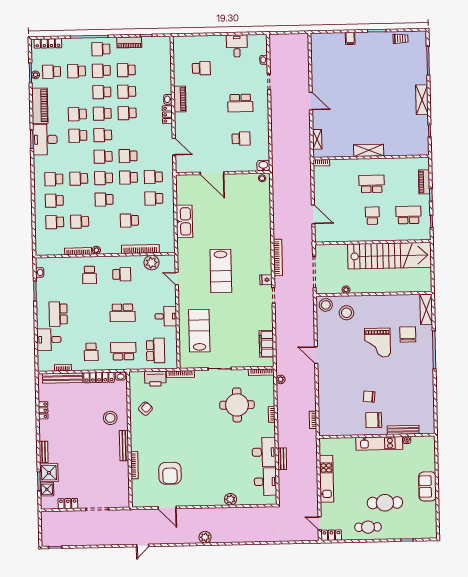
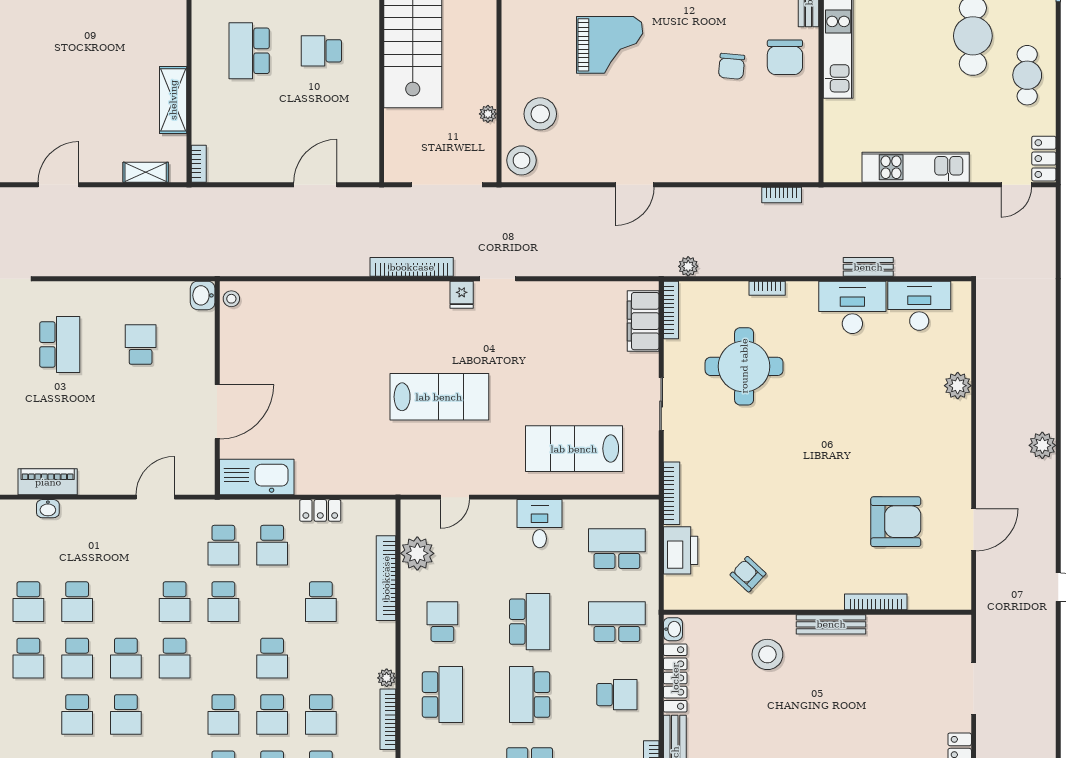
locker: (167, 115) -> (320, 510), moved
shelving: (369, 150) -> (173, 100), moved
school desk: (104, 178) -> (272, 714), moved
kitchen sink: (184, 221) -> (257, 477), moved
school desk: (90, 275) -> (442, 695), width x1.85
school desk: (90, 313) -> (530, 695), added
filing cabinet: (266, 344) -> (643, 321), moved, turned 90
school desk: (123, 351) -> (617, 622), turned 90

